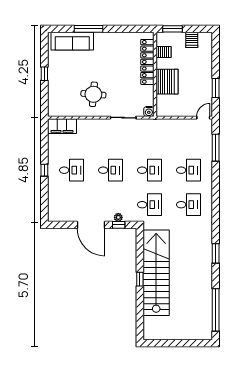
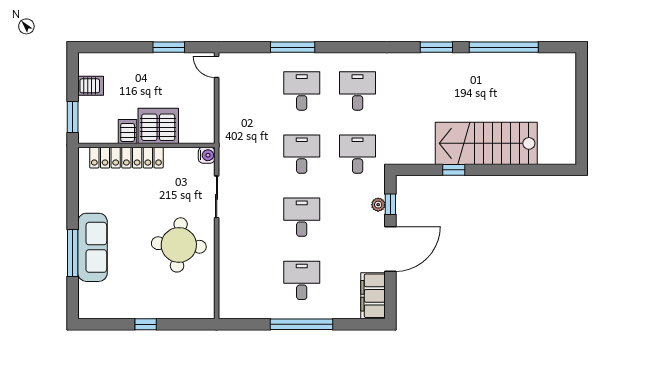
sofa: (72, 41) -> (93, 247), moved
server rack: (163, 52) -> (128, 131), moved
round table: (93, 94) -> (179, 245), width x1.36, depth x1.36
filing cabinet: (62, 126) -> (373, 296), moved, turned 180
window: (216, 148) -> (293, 47), moved
window: (44, 170) -> (302, 324), width x3.17
stairs: (156, 273) -> (486, 143), width x0.73
window: (140, 279) -> (454, 170), moved
window: (216, 310) -> (504, 47), moved

